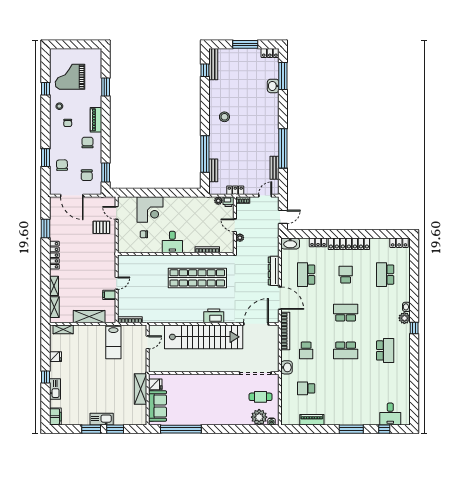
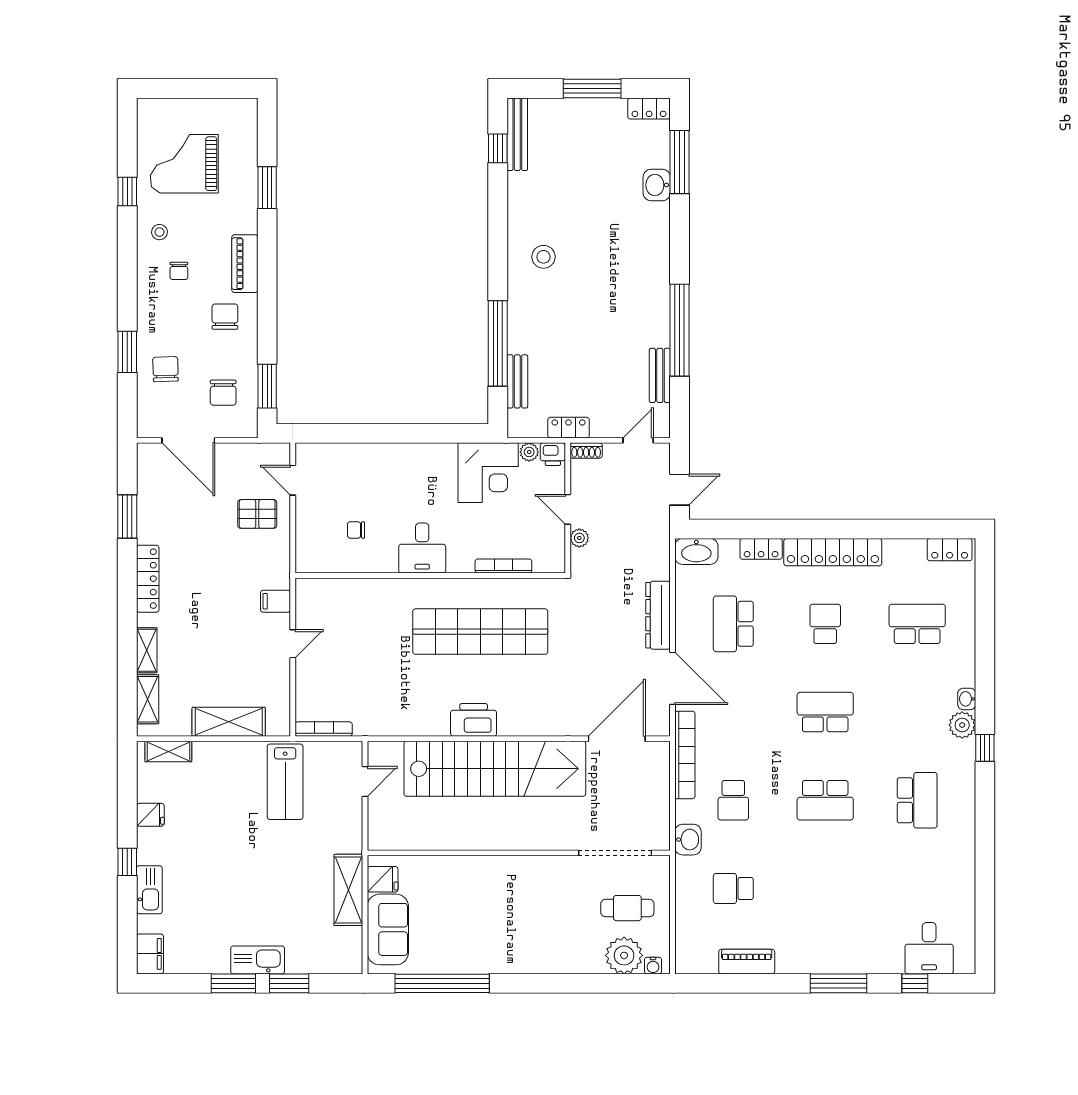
corner desk: (150, 210) -> (488, 473), moved
school desk: (385, 275) -> (917, 624), turned 90
filing cabinet: (109, 295) -> (276, 601), moved
printer: (214, 316) -> (474, 720), moved

